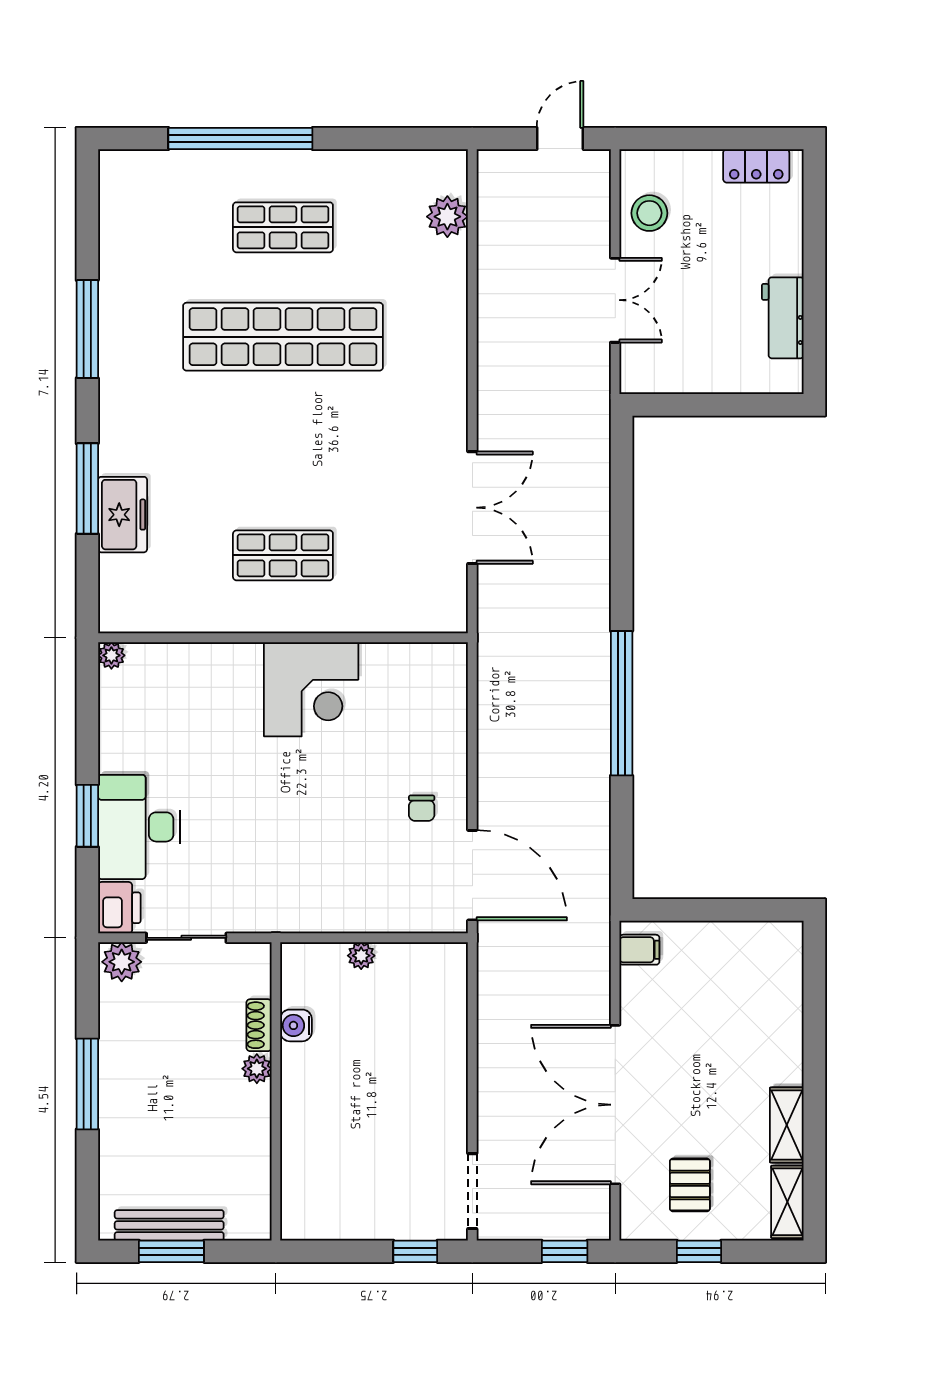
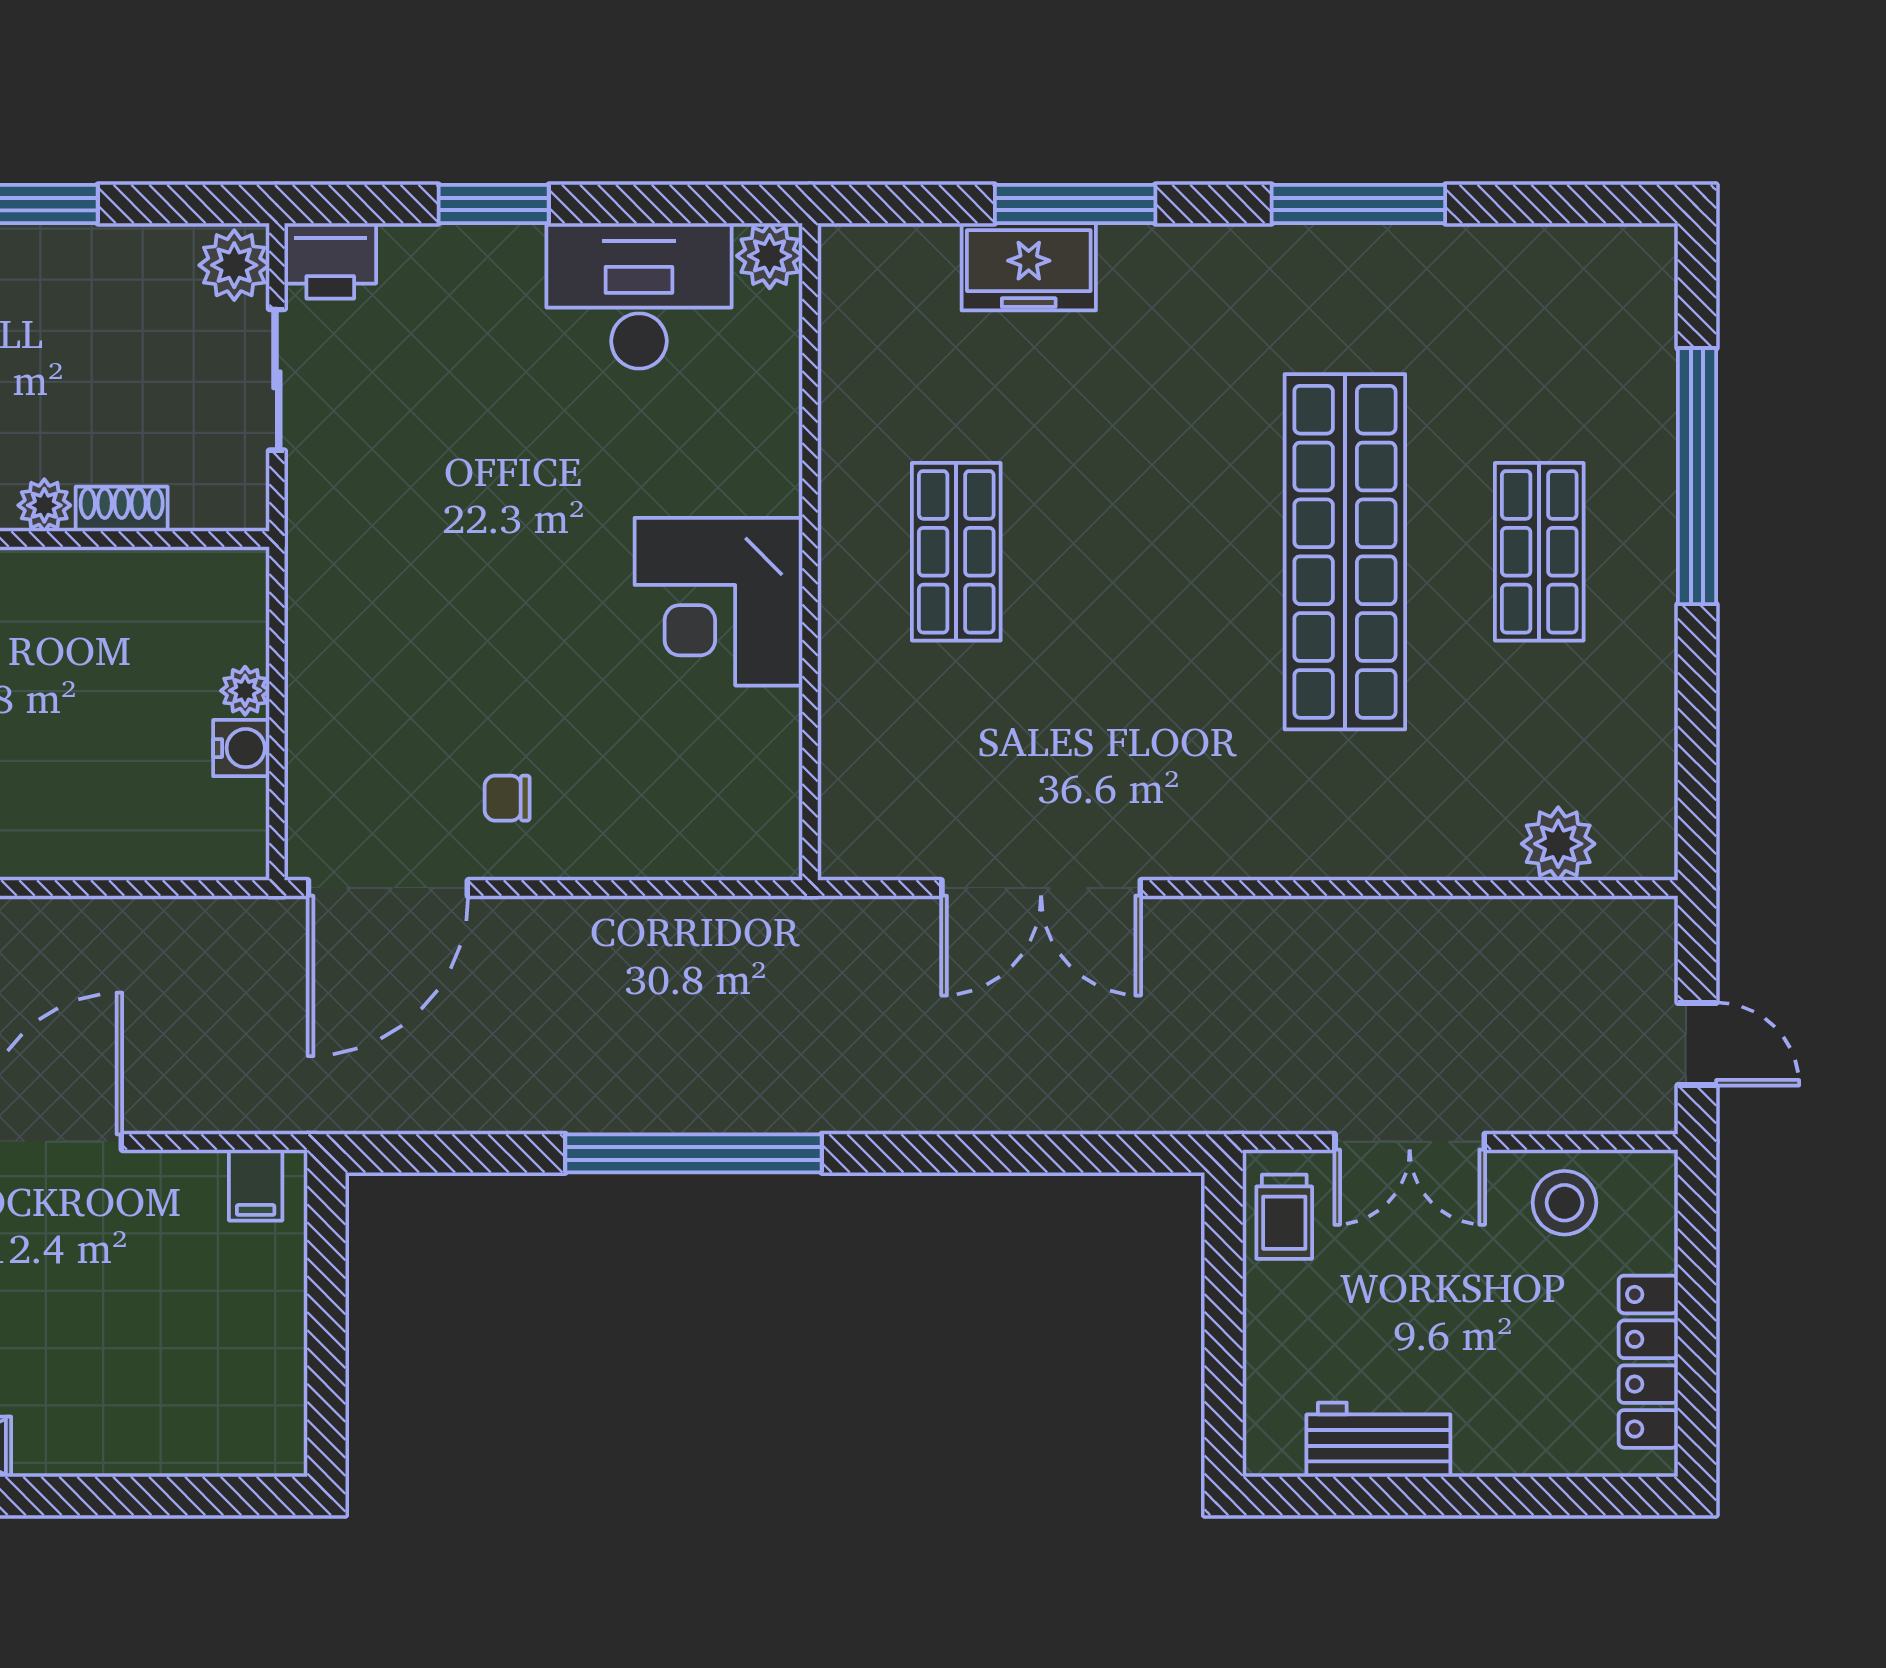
locker: (756, 166) -> (1648, 1362), width x1.53
trolley: (657, 371) -> (1284, 1217), added
plant: (111, 655) -> (770, 256), width x1.38, depth x1.38
desk: (139, 827) -> (639, 296), moved
water cooler: (296, 1025) -> (241, 748), moved, turned 90

